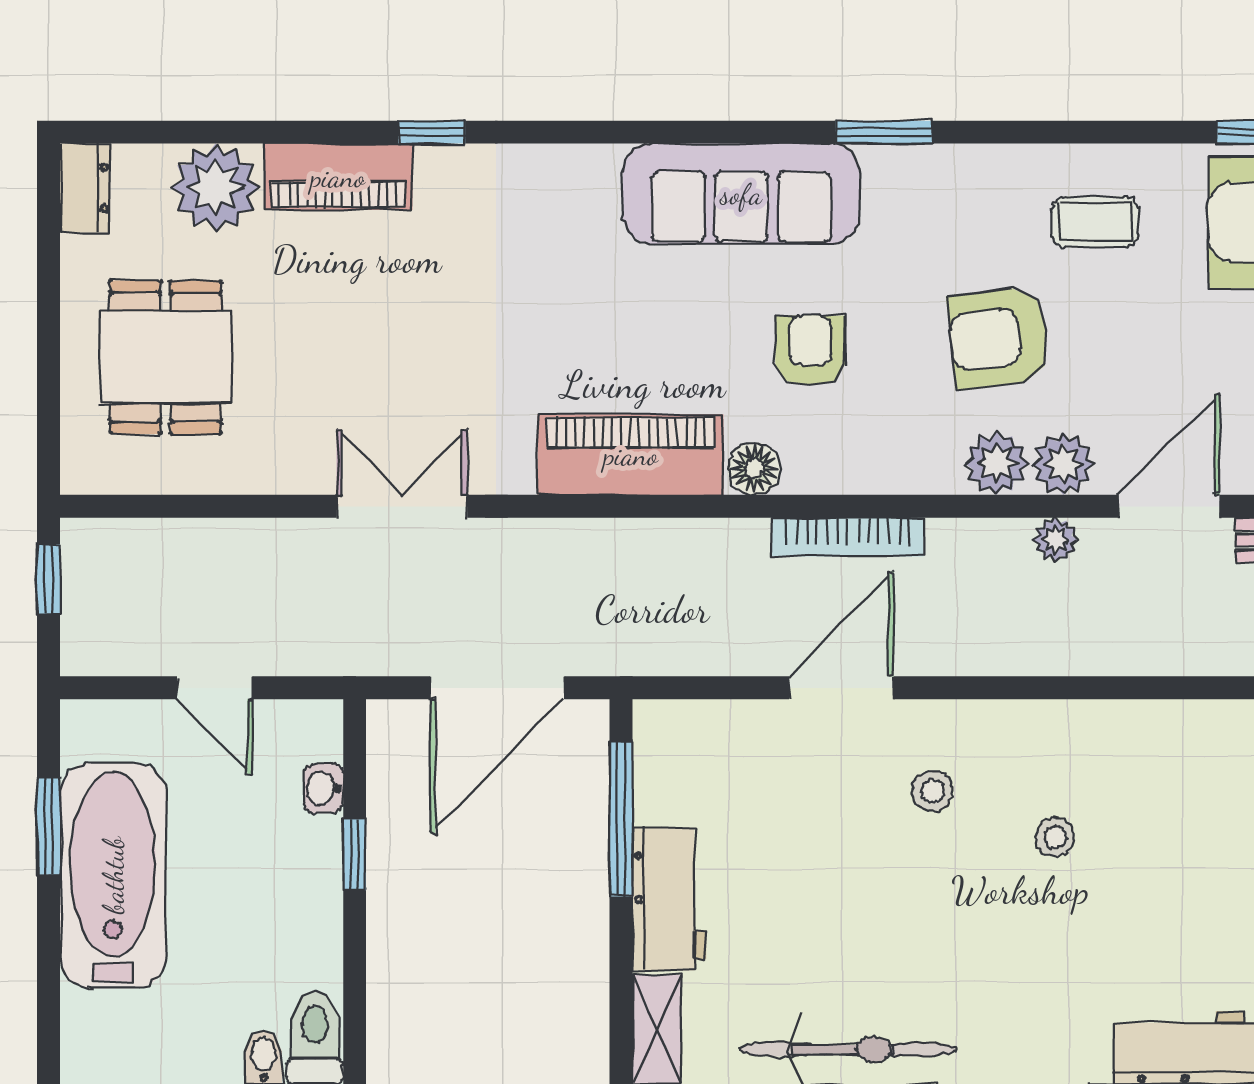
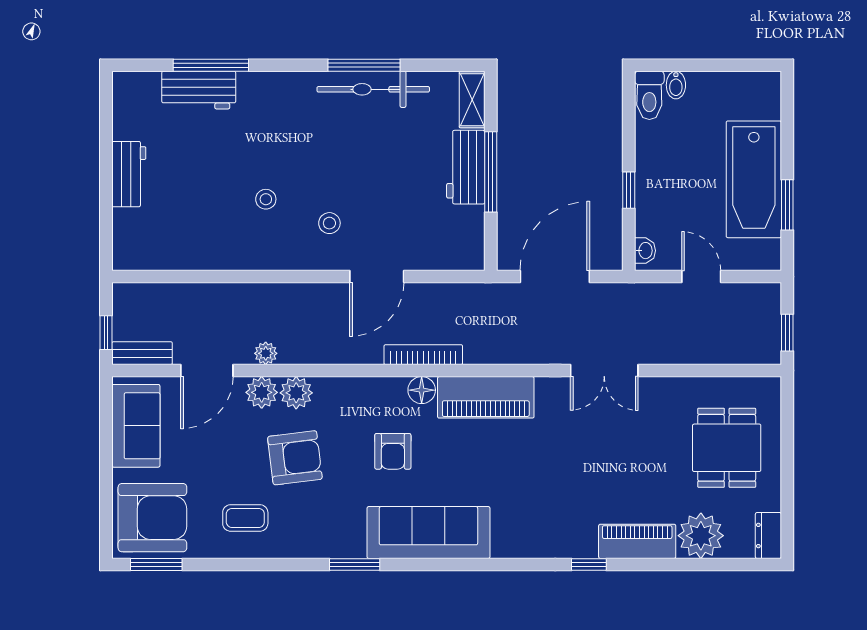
bookcase: (848, 537) -> (423, 355), moved
washbasin: (323, 788) -> (645, 251), moved
window: (621, 819) -> (491, 172), moved

